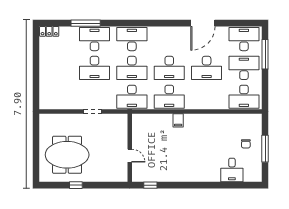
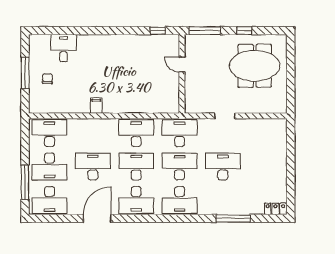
desk: (94, 39) -> (136, 200), moved
filing cabinet: (178, 120) -> (96, 106), moved
window: (110, 185) -> (205, 31), added

